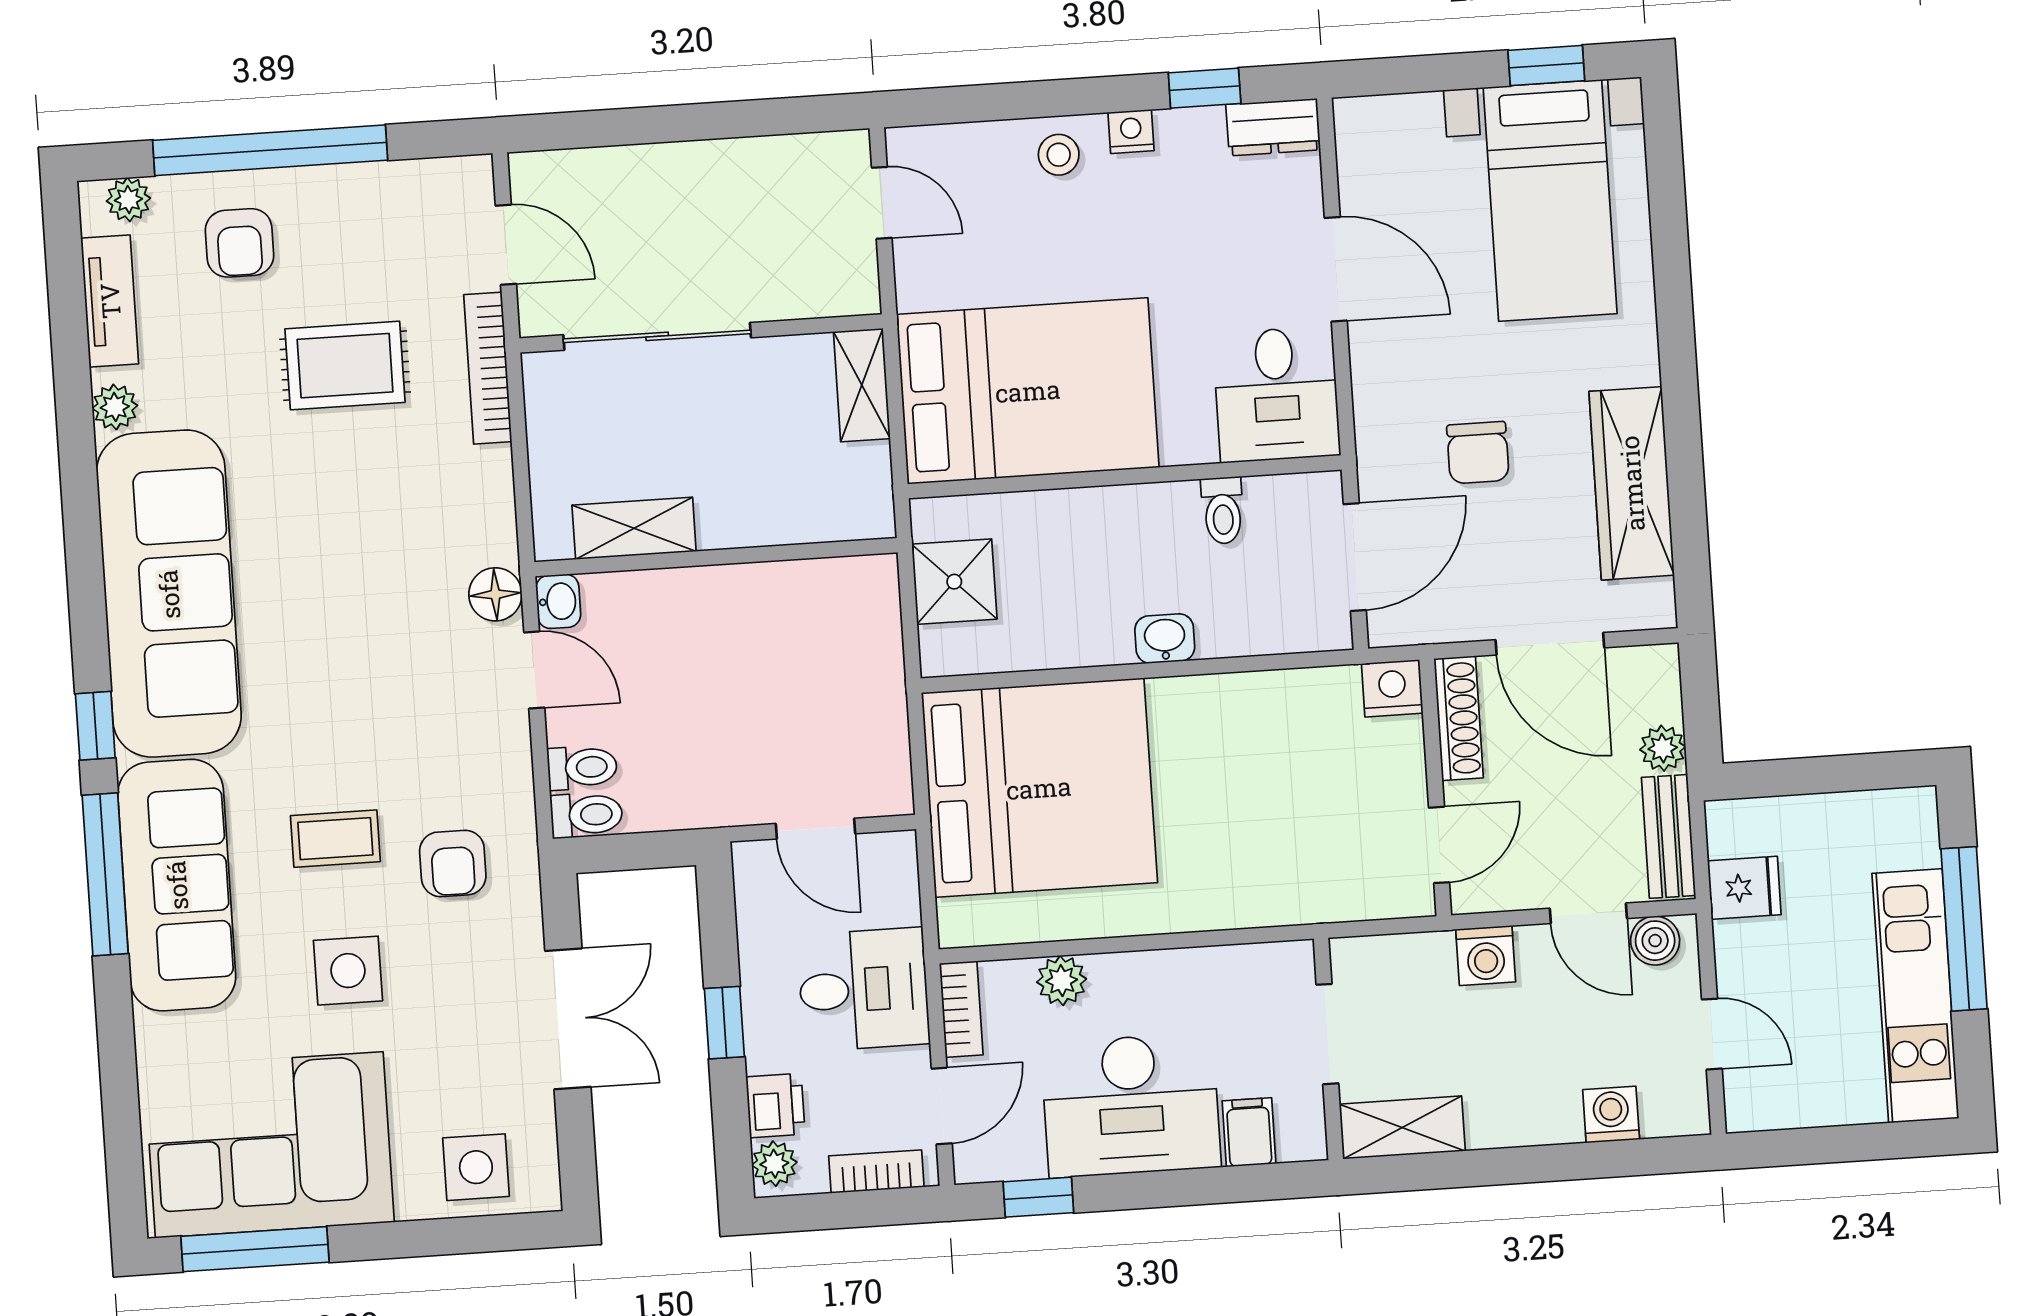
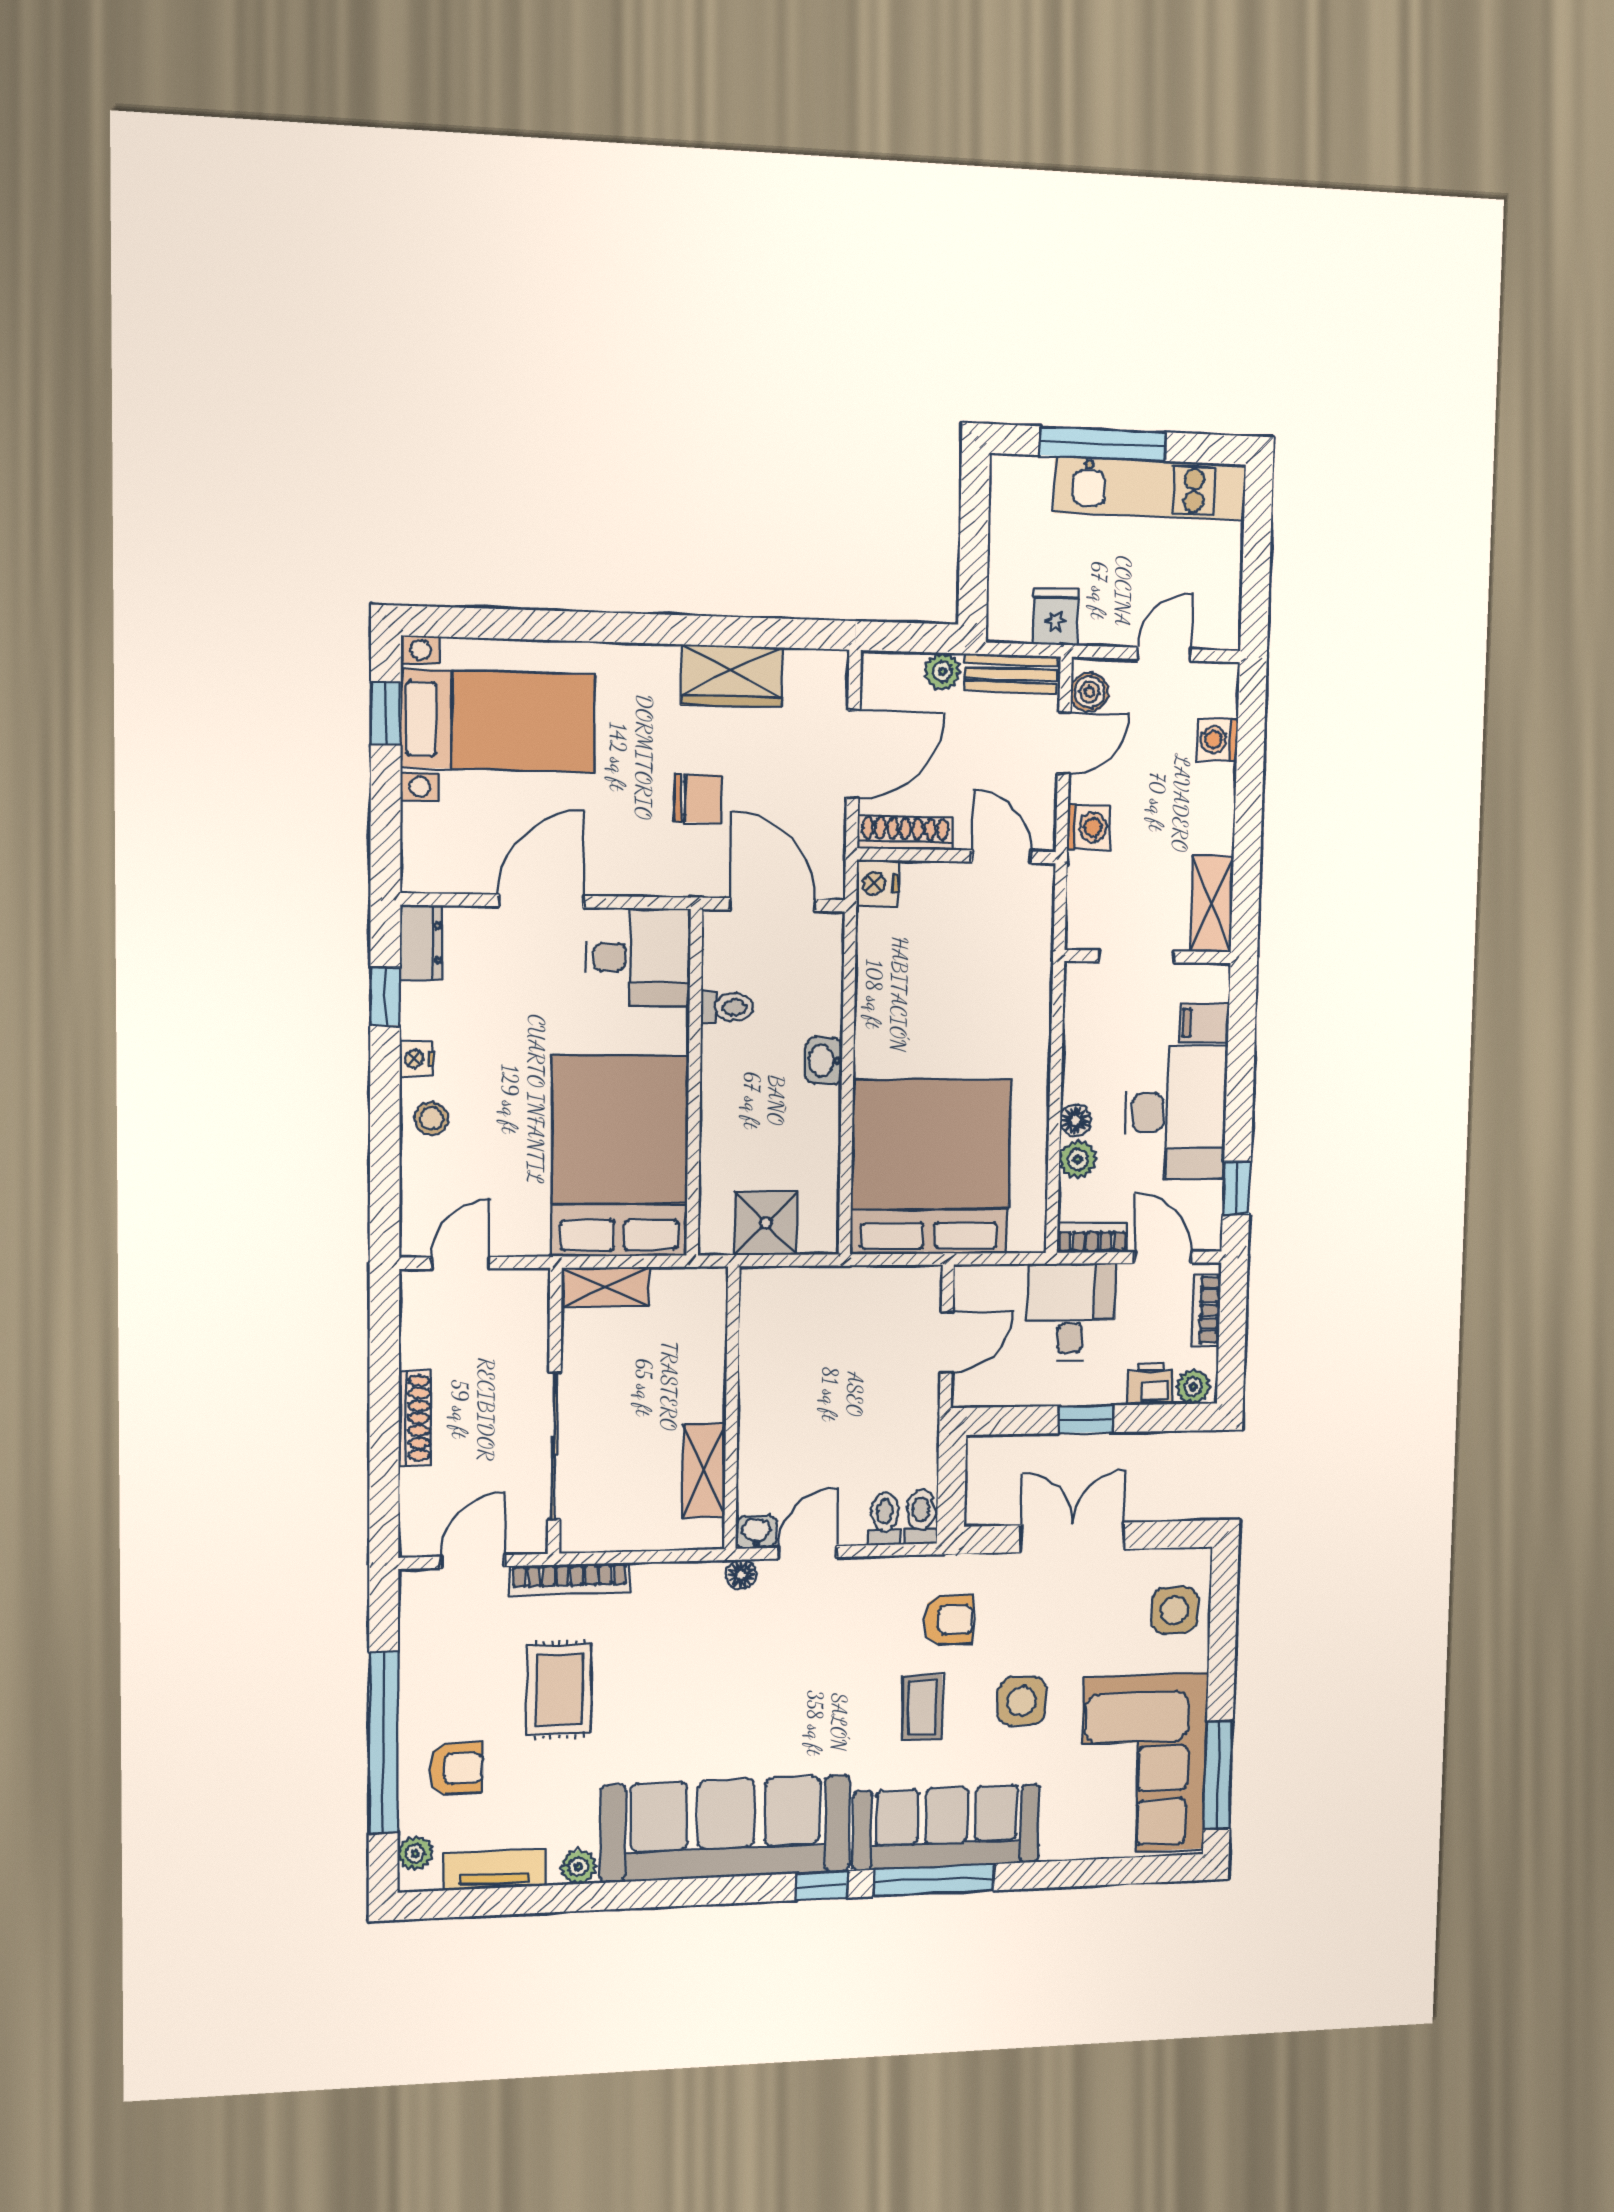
shoe rack: (684, 161) -> (415, 1418), added
wardrobe: (1632, 483) -> (732, 676), width x0.67
floor lamp: (495, 594) -> (741, 1575), width x0.73, depth x0.73
floor lamp: (1111, 973) -> (1075, 1121), added

